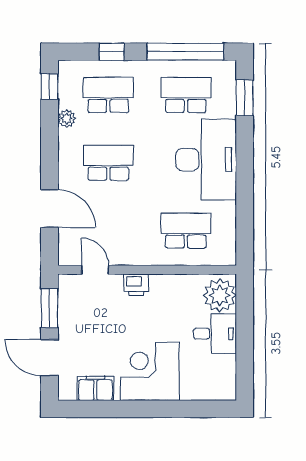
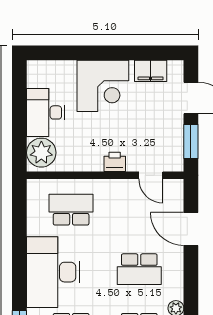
school desk: (186, 231) -> (71, 210), turned 180
desk: (215, 334) -> (46, 112), width x1.37

